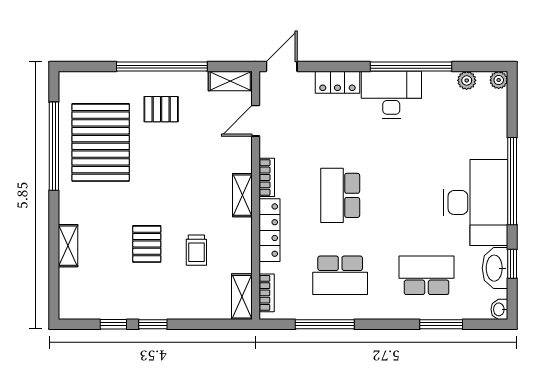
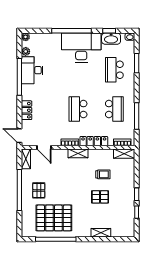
desk: (391, 95) -> (32, 70), moved
school desk: (340, 195) -> (78, 109), turned 90

